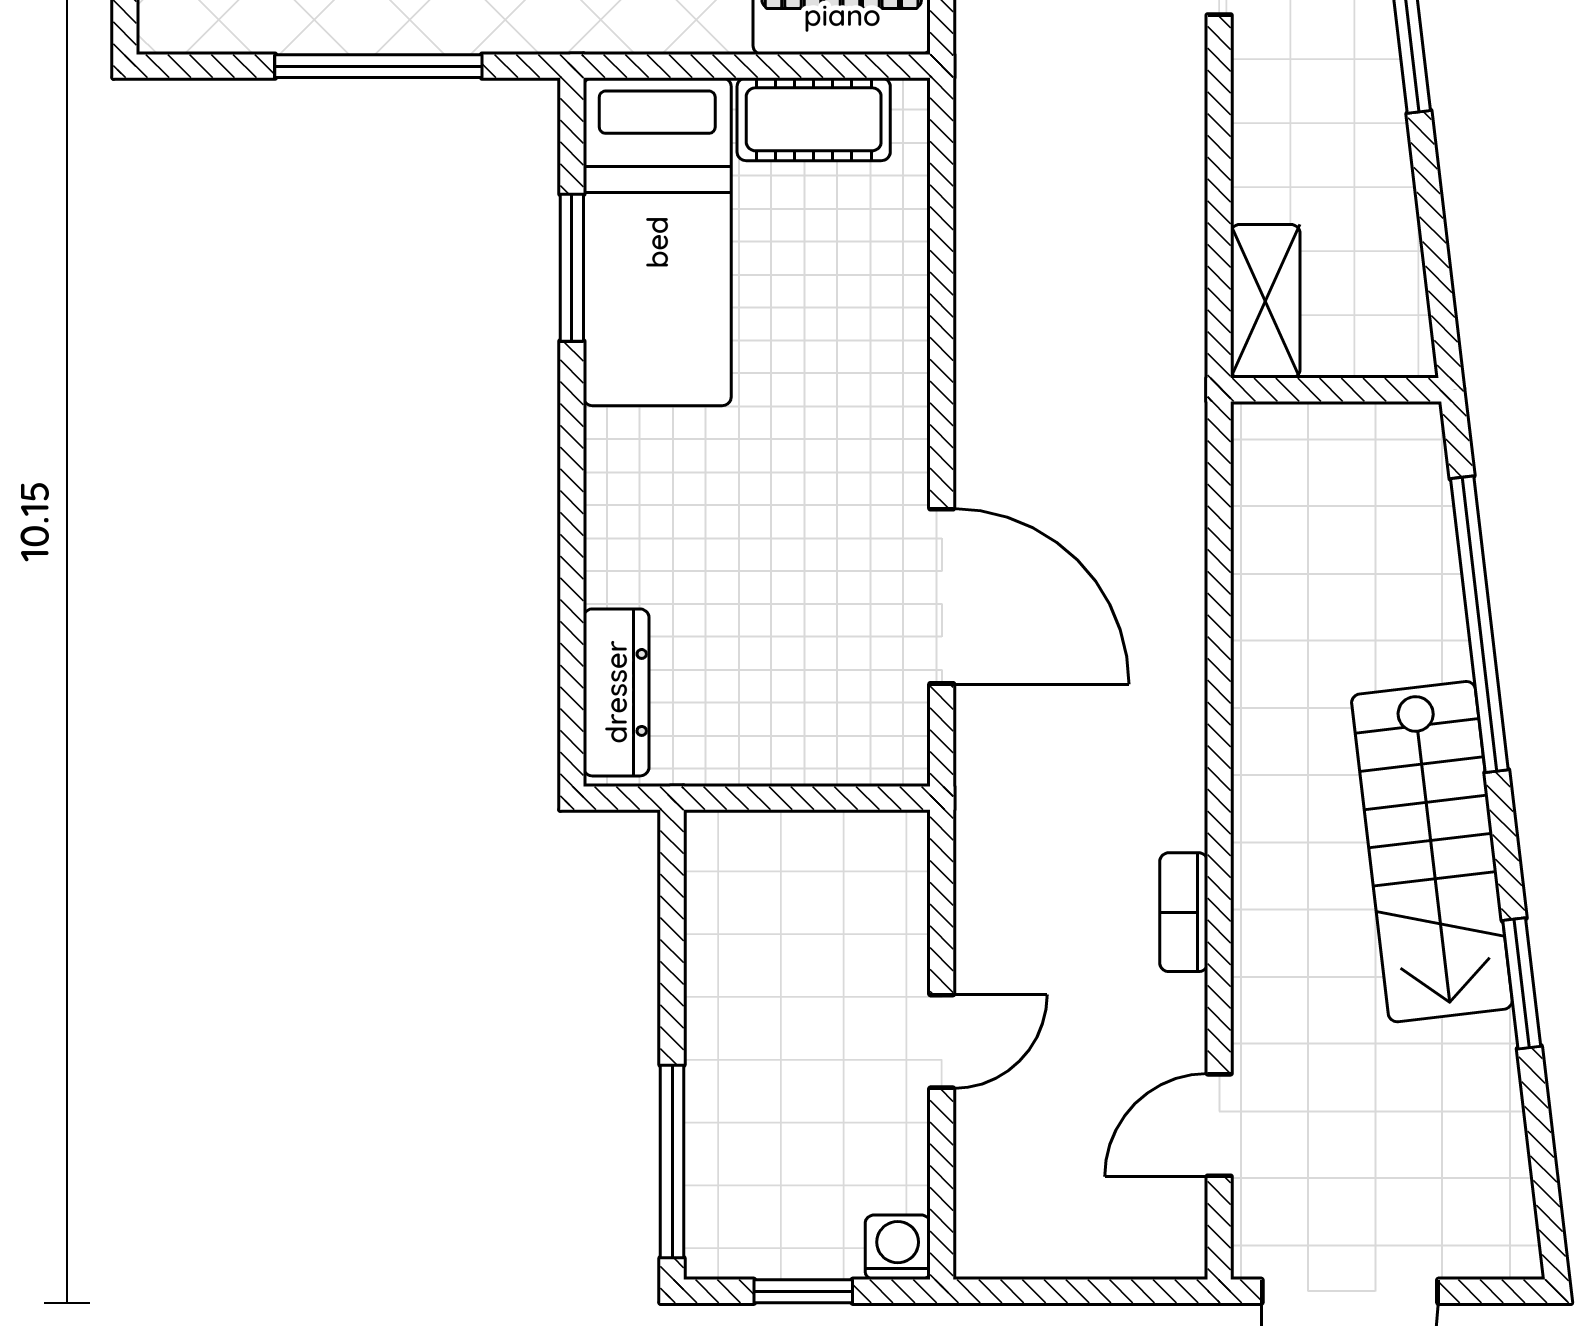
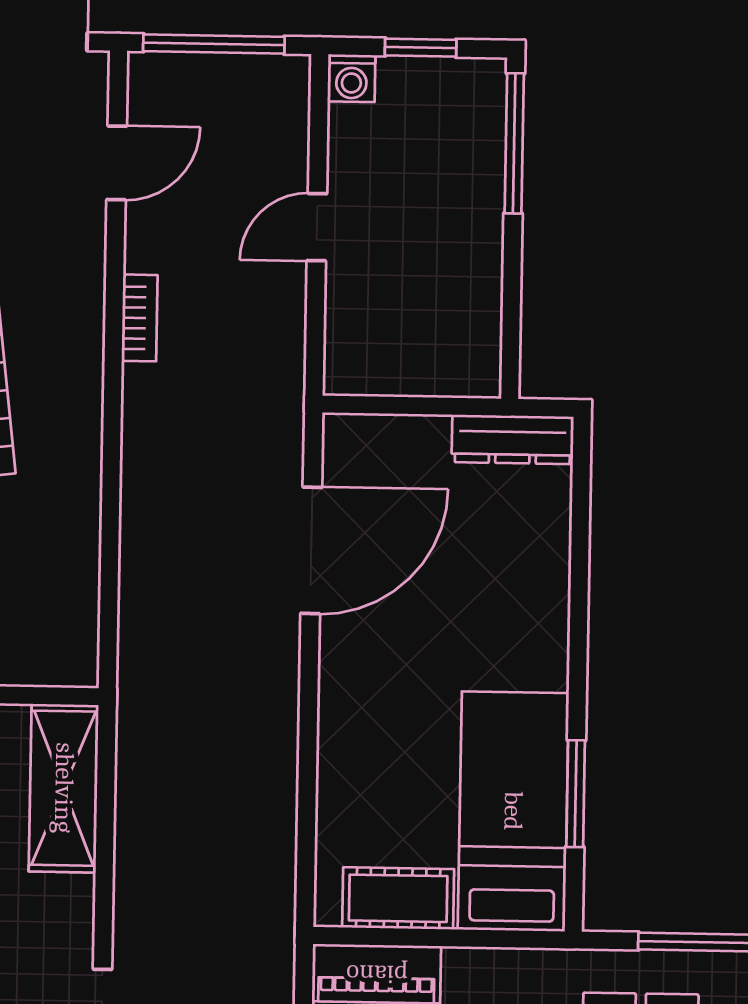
shelving: (1265, 301) -> (64, 788), width x1.50, depth x1.33
door: (942, 596) -> (311, 550), swing flipped
dresser: (616, 692) -> (513, 439), moved, turned -90
window: (1088, 1291) -> (214, 44), added

